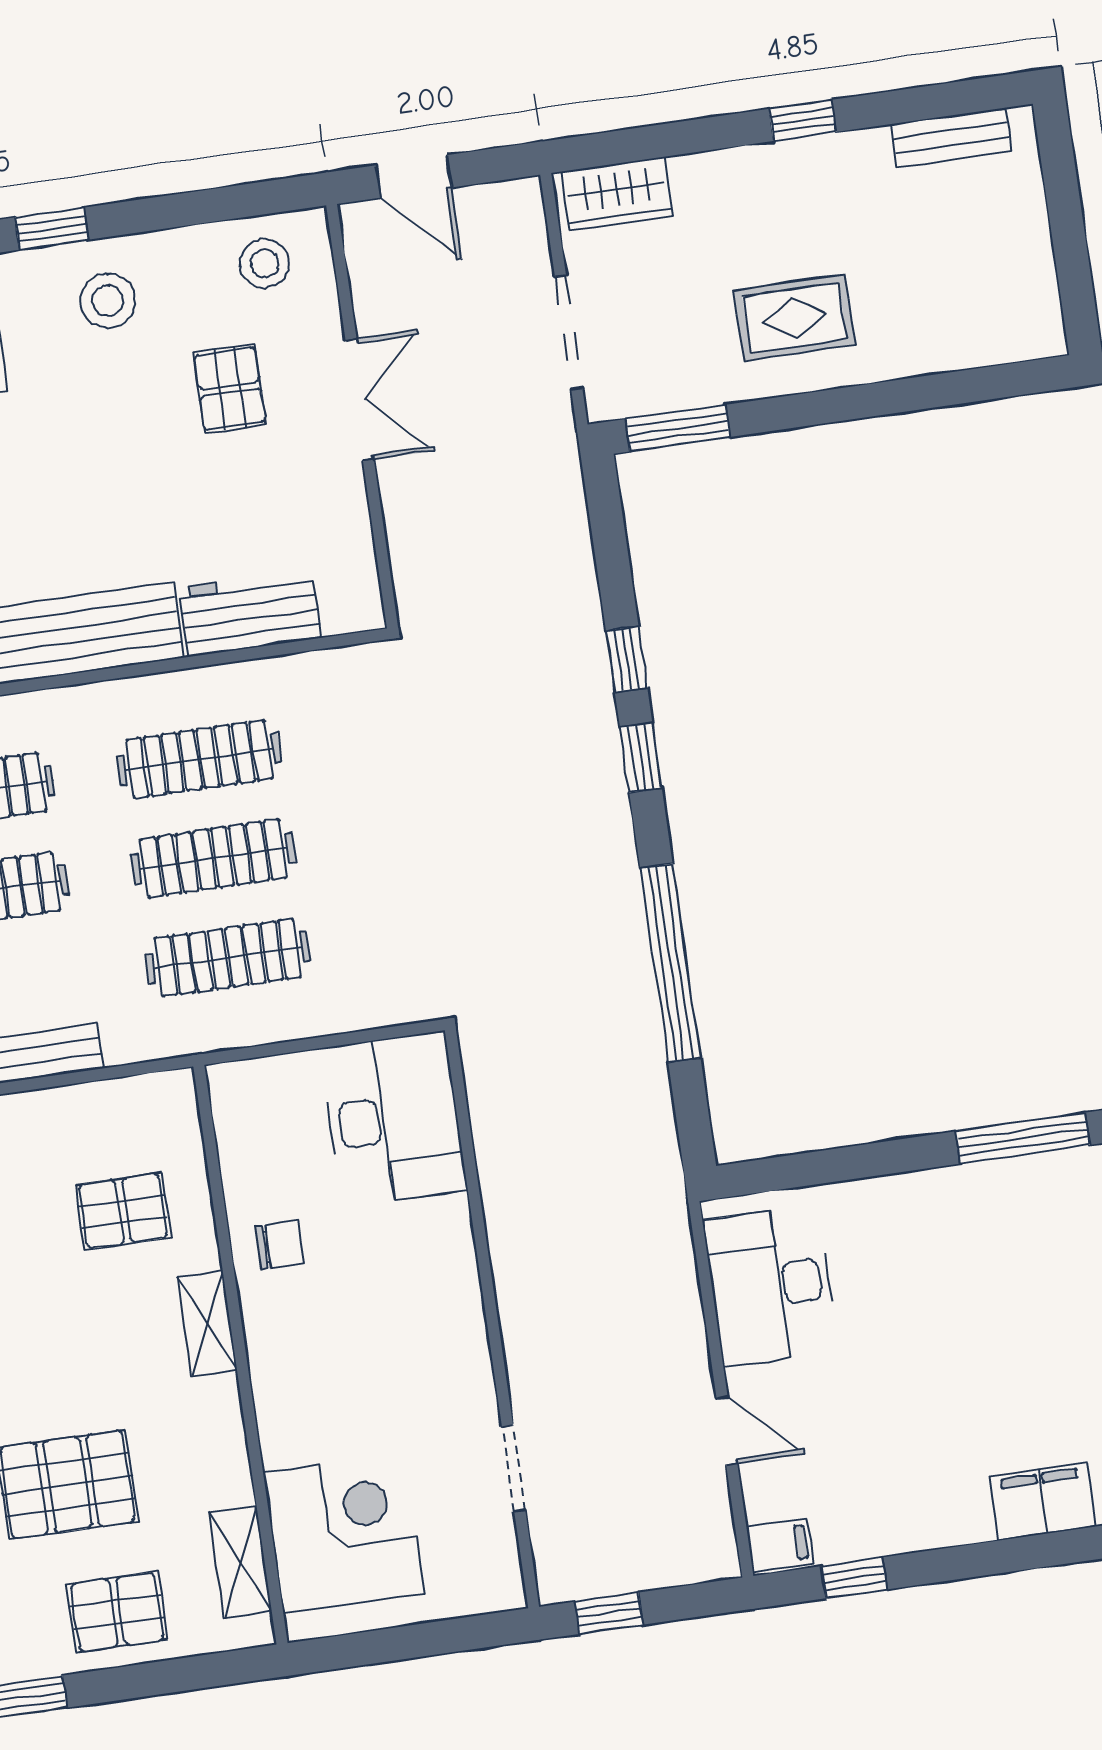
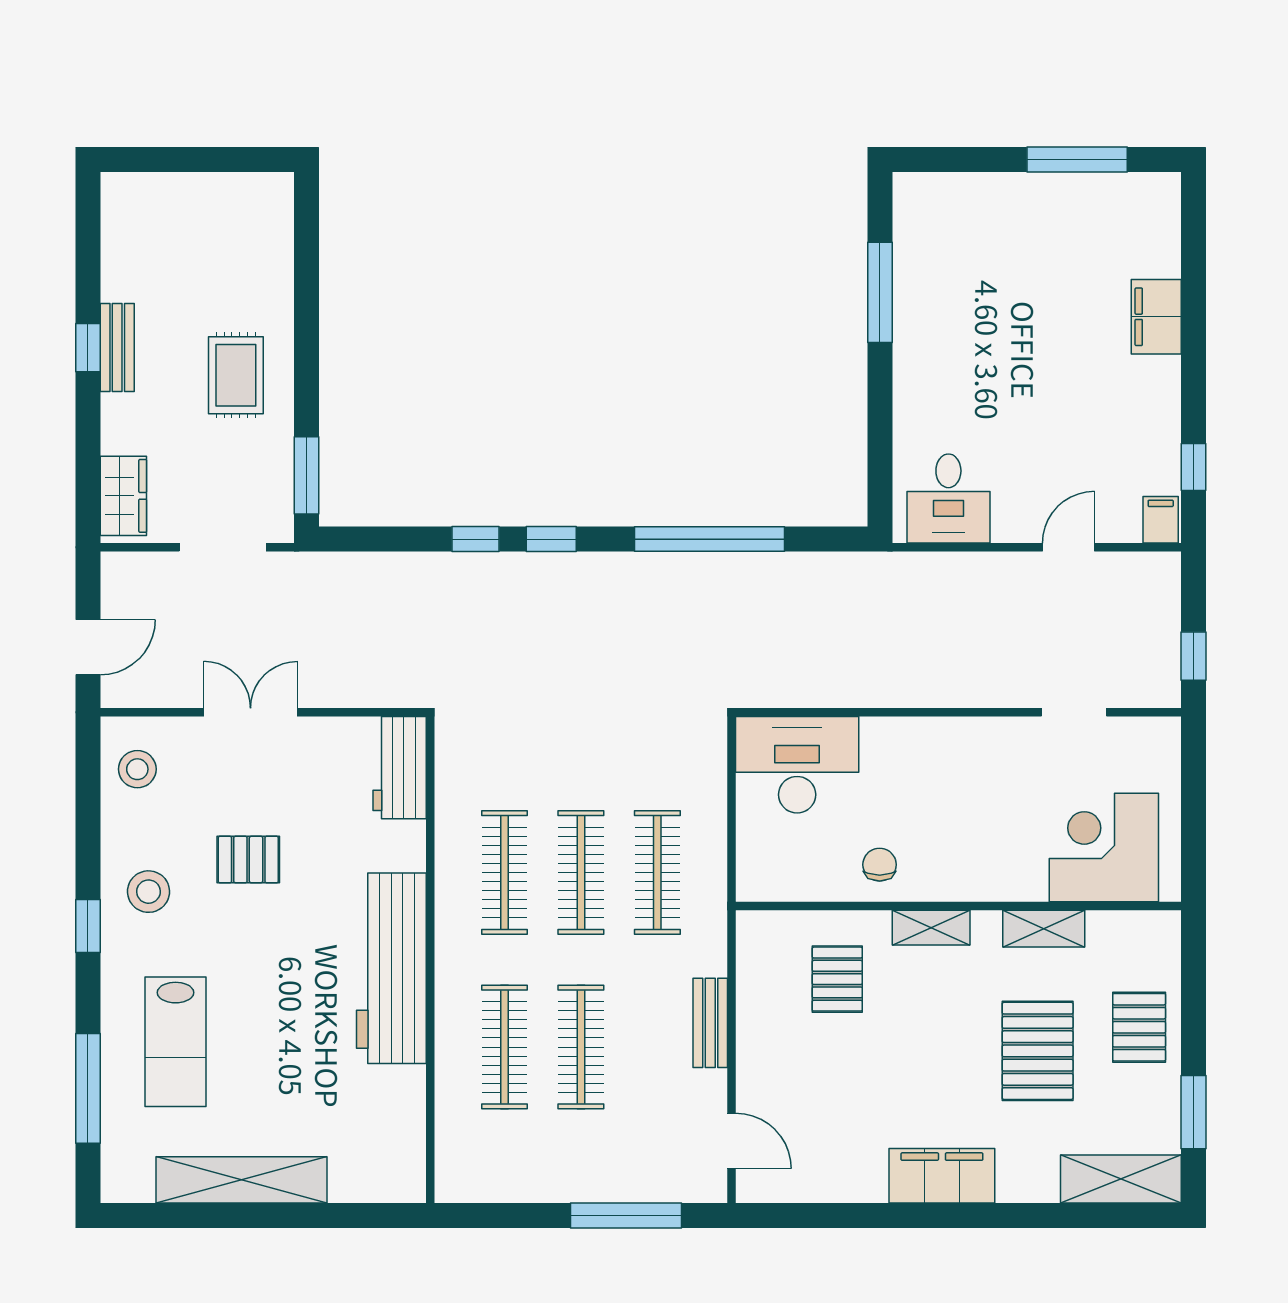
bench: (951, 138) -> (117, 348), moved
pallet: (230, 389) -> (248, 860), moved
workbench: (250, 613) -> (400, 768), moved
desk: (771, 1286) -> (948, 499), width x0.73
shelving: (240, 1562) -> (1044, 929), moved

